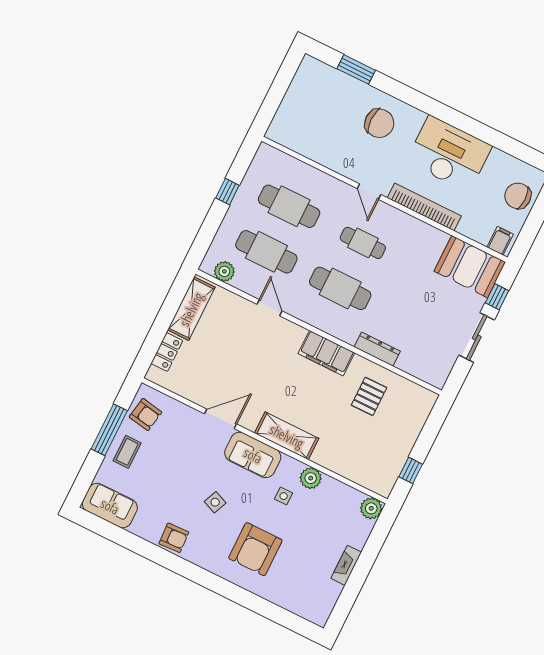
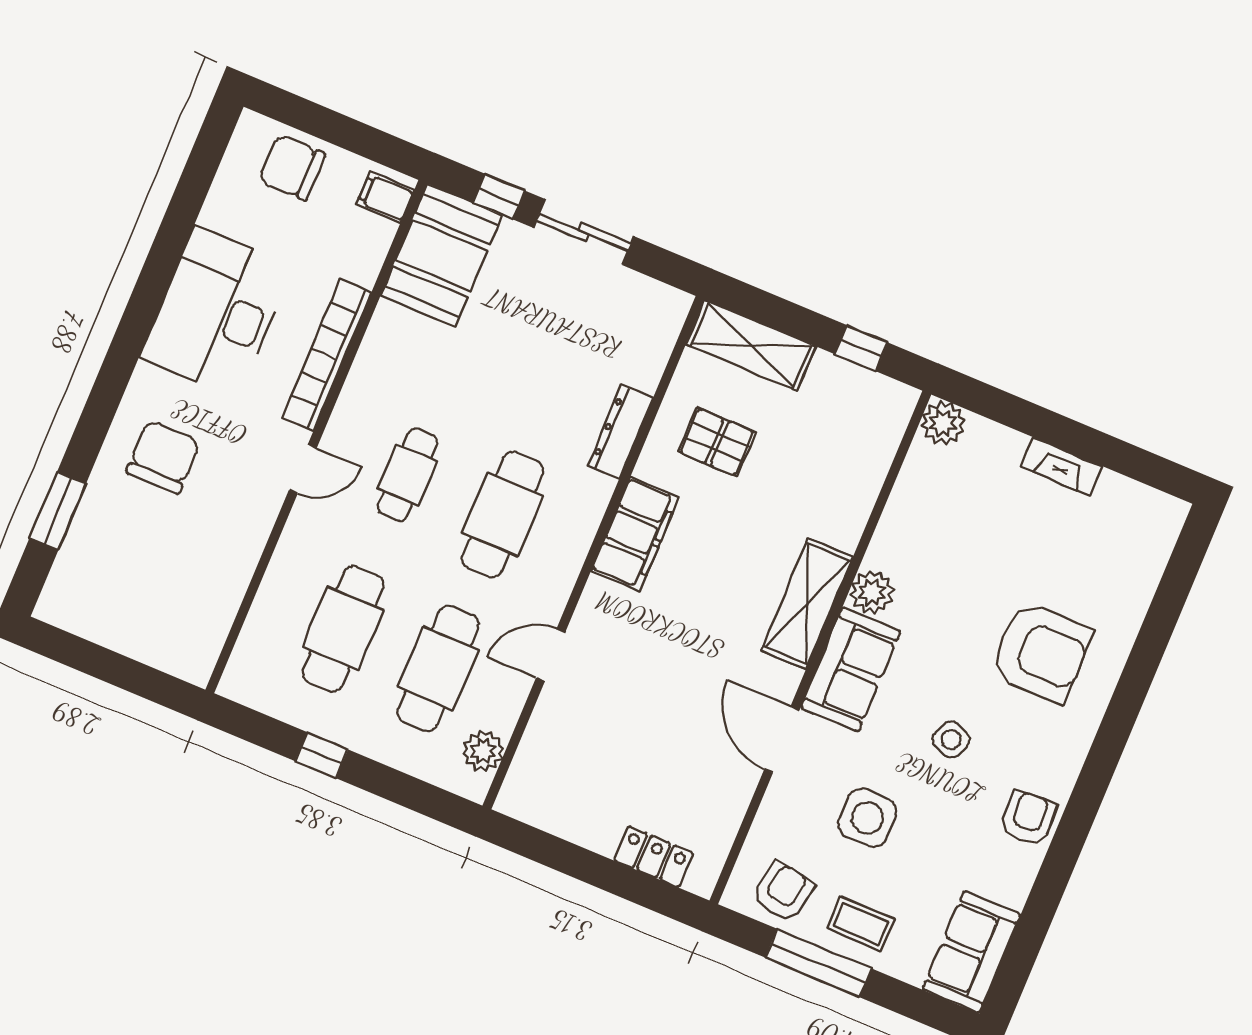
chair: (518, 196) -> (292, 167), turned 90
shelving: (191, 309) -> (751, 345), moved
plant: (311, 478) -> (872, 592), moved
side table: (284, 496) -> (867, 818), moved, width x1.87, depth x1.87

